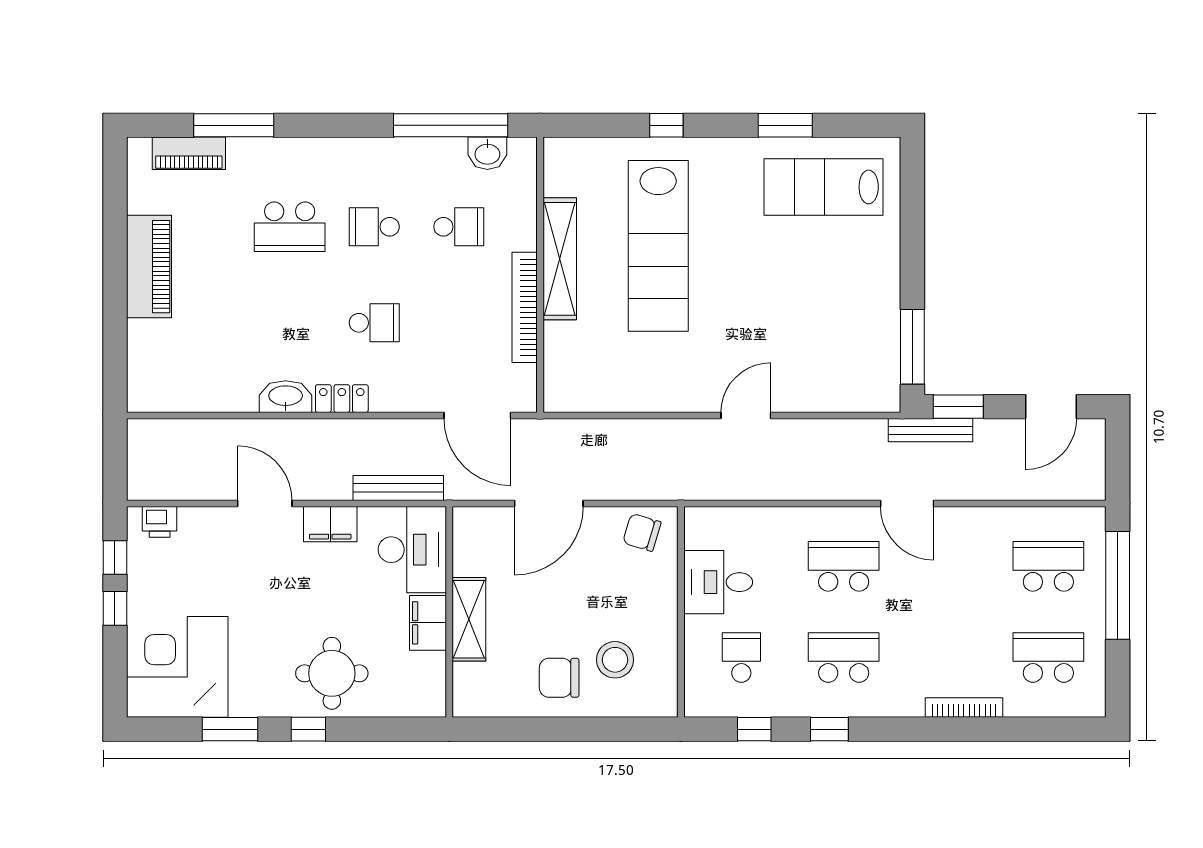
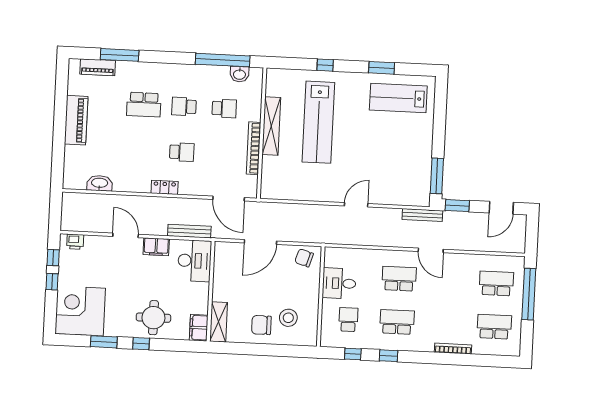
washbasin: (286, 397) -> (100, 183), moved
bench: (930, 430) -> (422, 215), moved
shelving: (469, 619) -> (219, 322), moved
filing cabinet: (428, 623) -> (199, 328), moved

